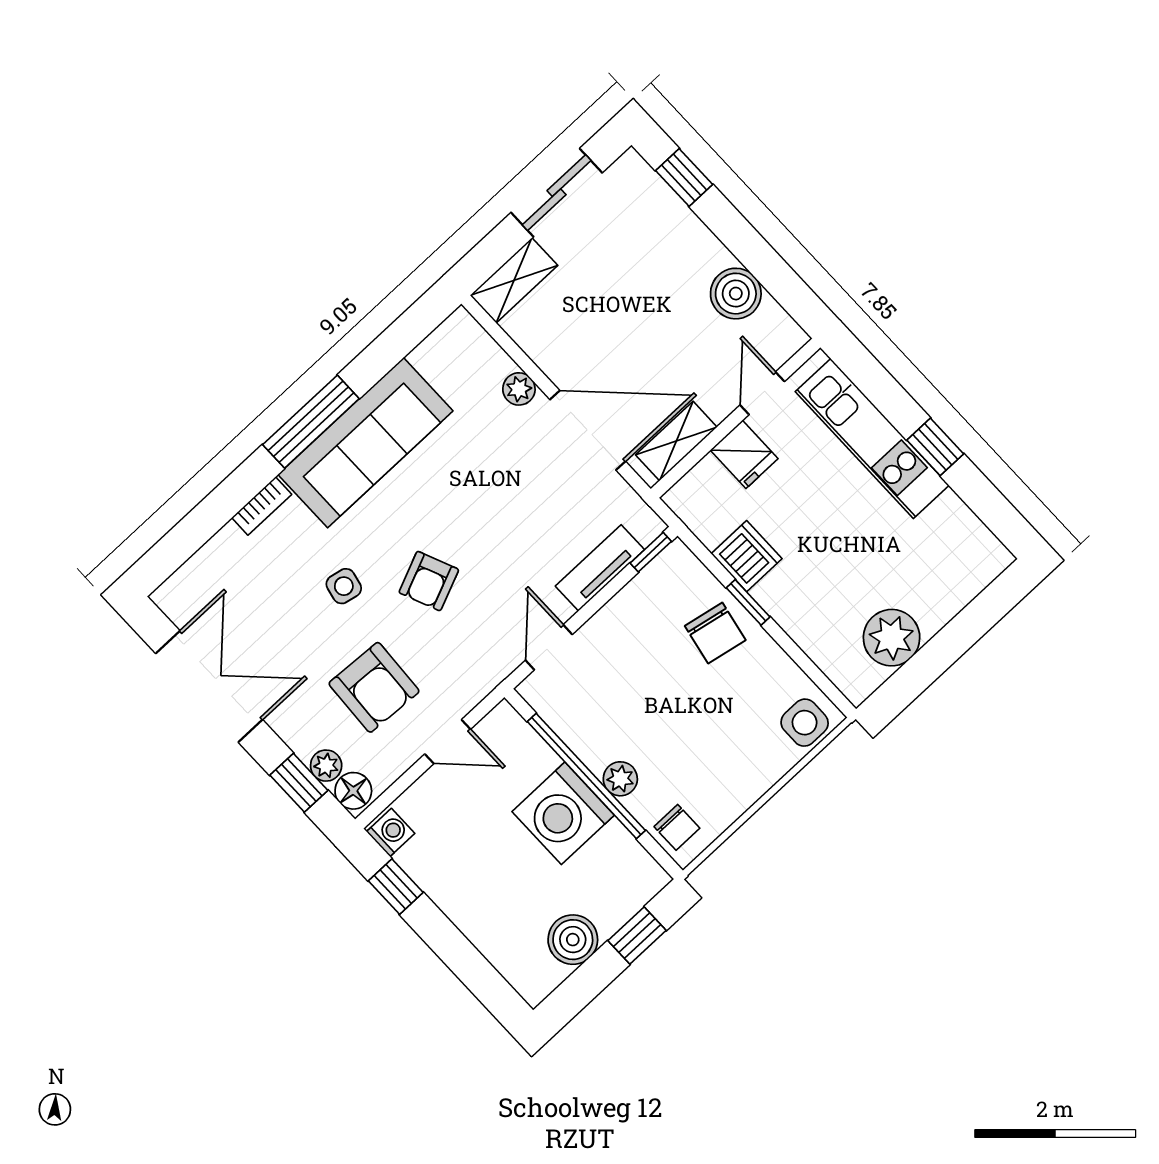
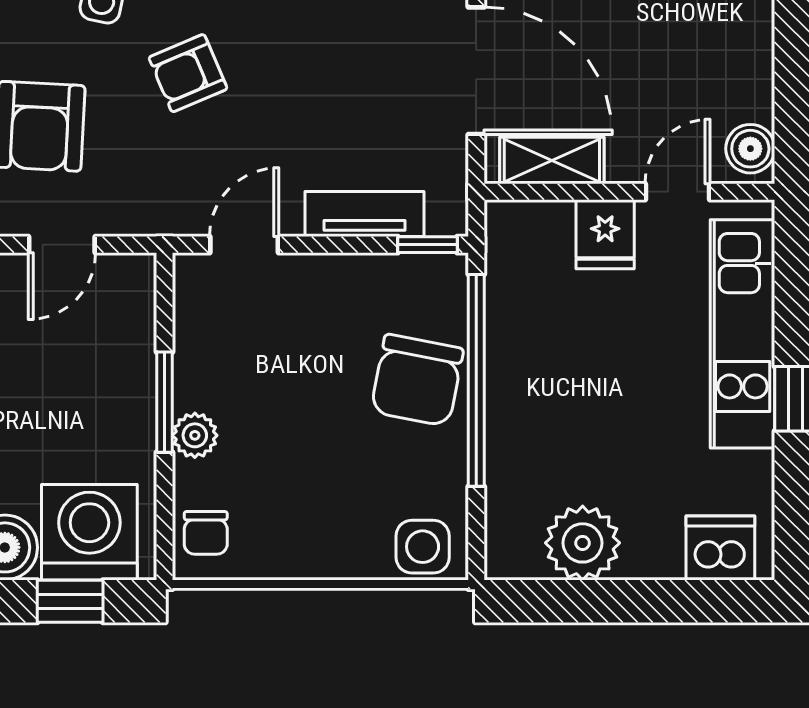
boiler: (736, 294) -> (750, 149), moved, width x0.73, depth x0.73
dishwasher: (747, 556) -> (720, 548), moved, turned -90
window: (748, 602) -> (476, 380), width x3.17
chair: (715, 633) -> (417, 380), width x1.37, depth x1.37
door: (448, 742) -> (62, 245), hinge flipped
window: (586, 776) -> (165, 402), width x0.47
washing machine: (563, 813) -> (89, 532), moved, turned 90

